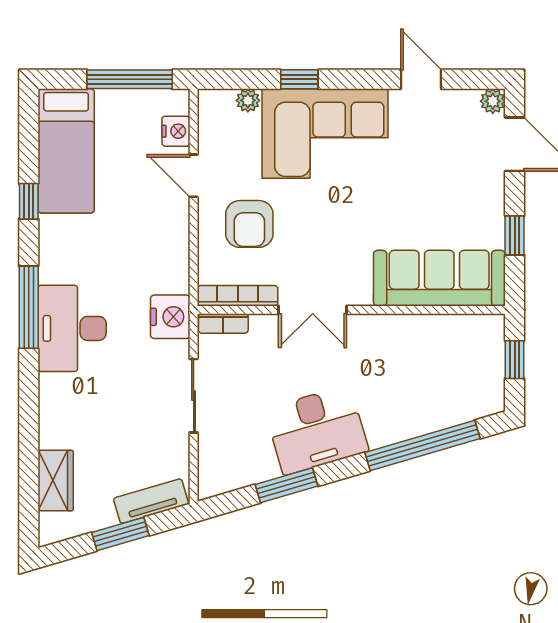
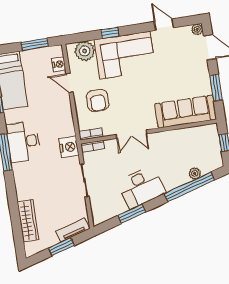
window: (130, 79) -> (35, 44), width x0.69
plant: (248, 100) -> (85, 51), width x1.87, depth x1.87
window: (515, 235) -> (216, 88), width x1.50
bookcase: (238, 296) -> (91, 134), width x0.64
desk: (72, 328) -> (23, 142), moved
plant: (439, 417) -> (195, 173), added
wardrobe: (56, 481) -> (28, 221), width x1.50

